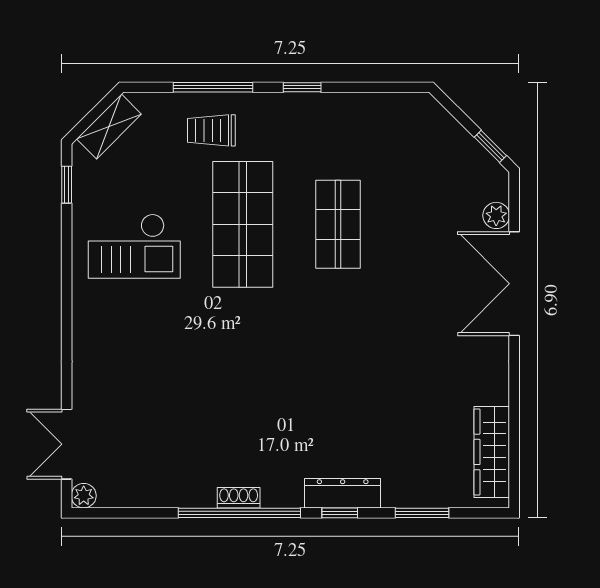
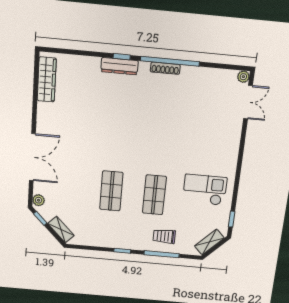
shelving: (443, 125) -> (61, 230), added
trolley: (211, 130) -> (164, 236), turned 180
plant: (496, 215) -> (39, 200), moved
shop shelf: (243, 224) -> (154, 195), width x0.70, depth x0.74
shoe rack: (239, 498) -> (165, 68), width x1.43
window: (422, 513) -> (82, 53), removed

